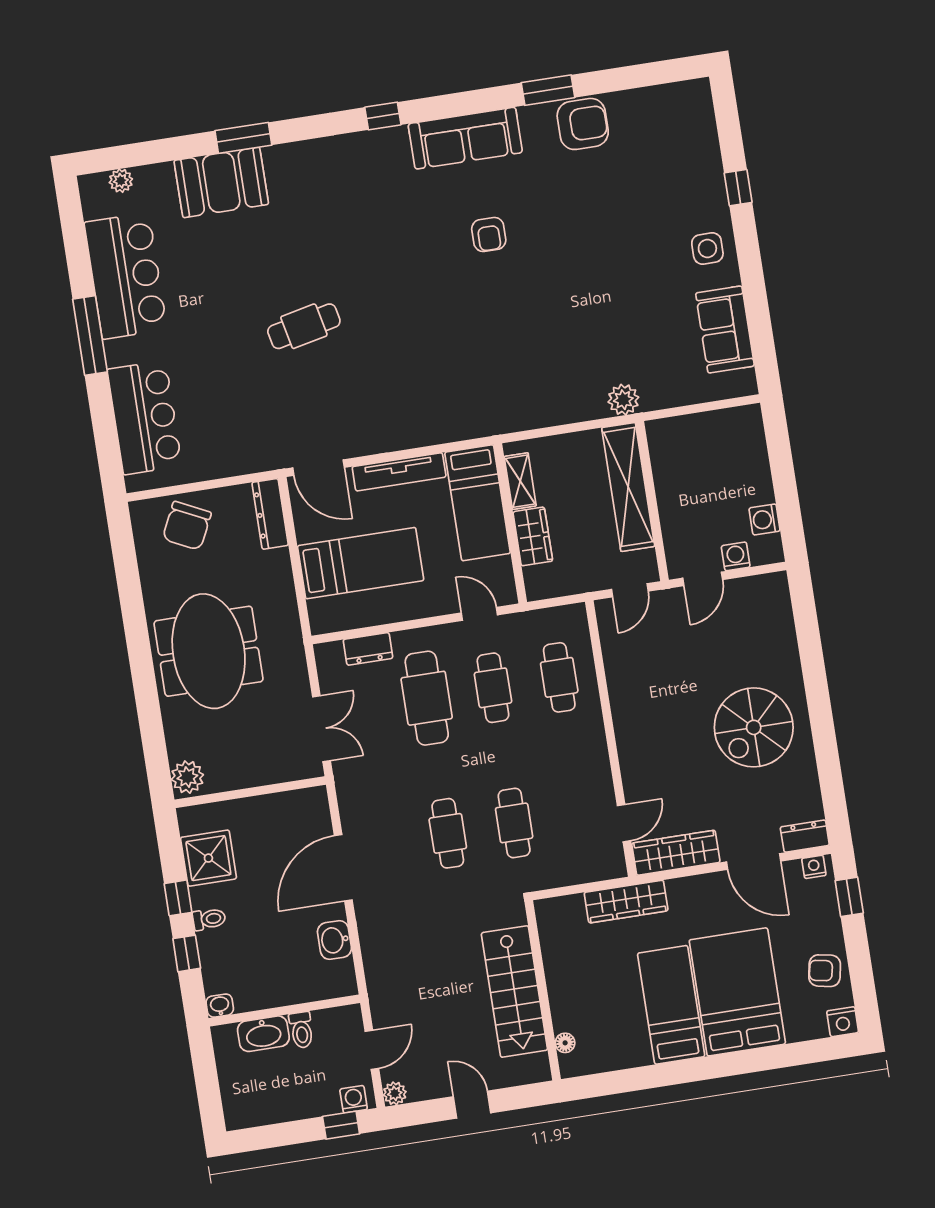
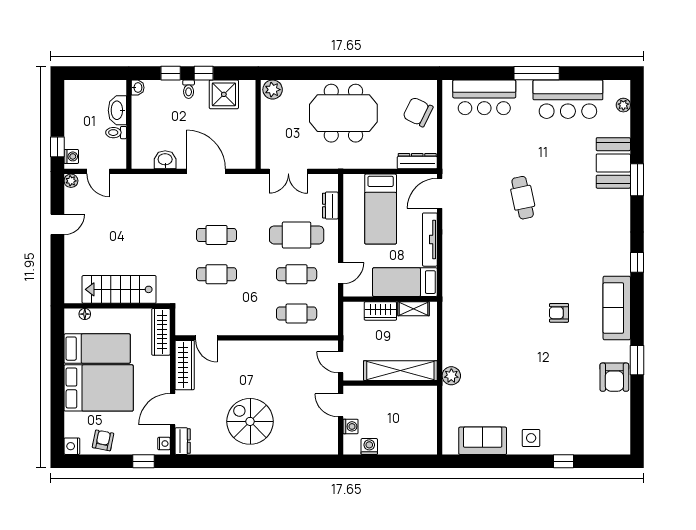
wall: (543, 990) -> (117, 306), moved
stairs: (514, 991) -> (119, 289), moved
floor lamp: (565, 1043) -> (85, 314), moved

